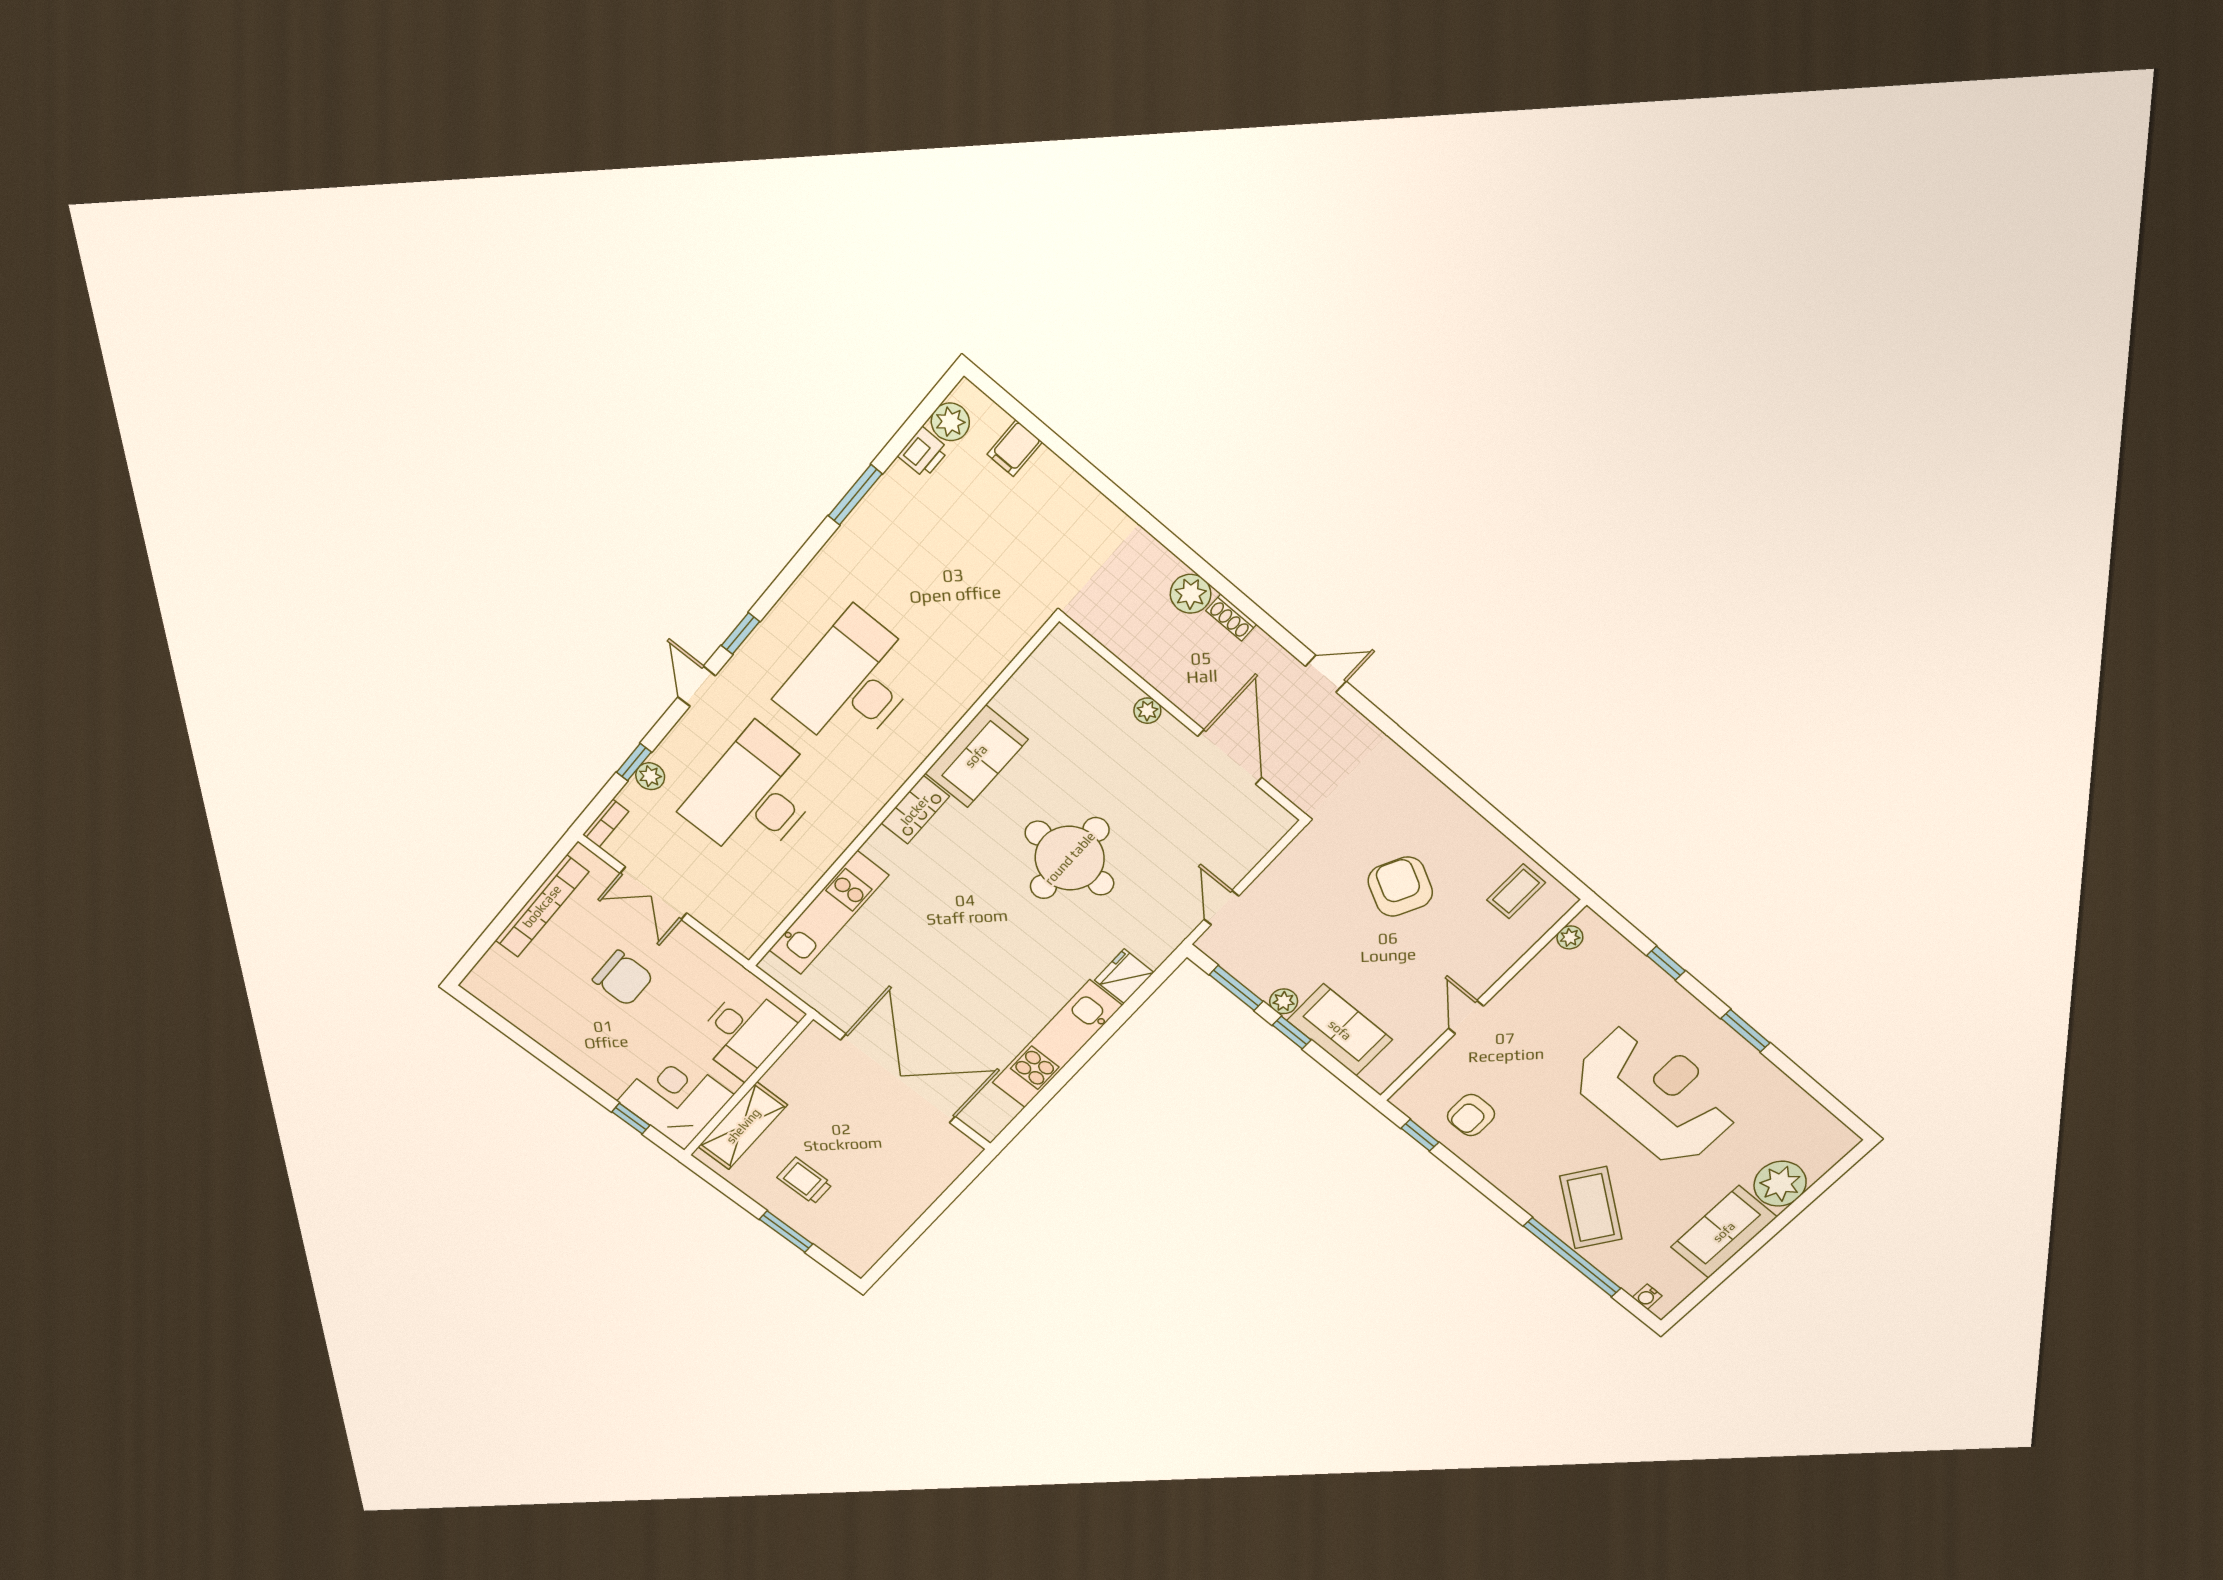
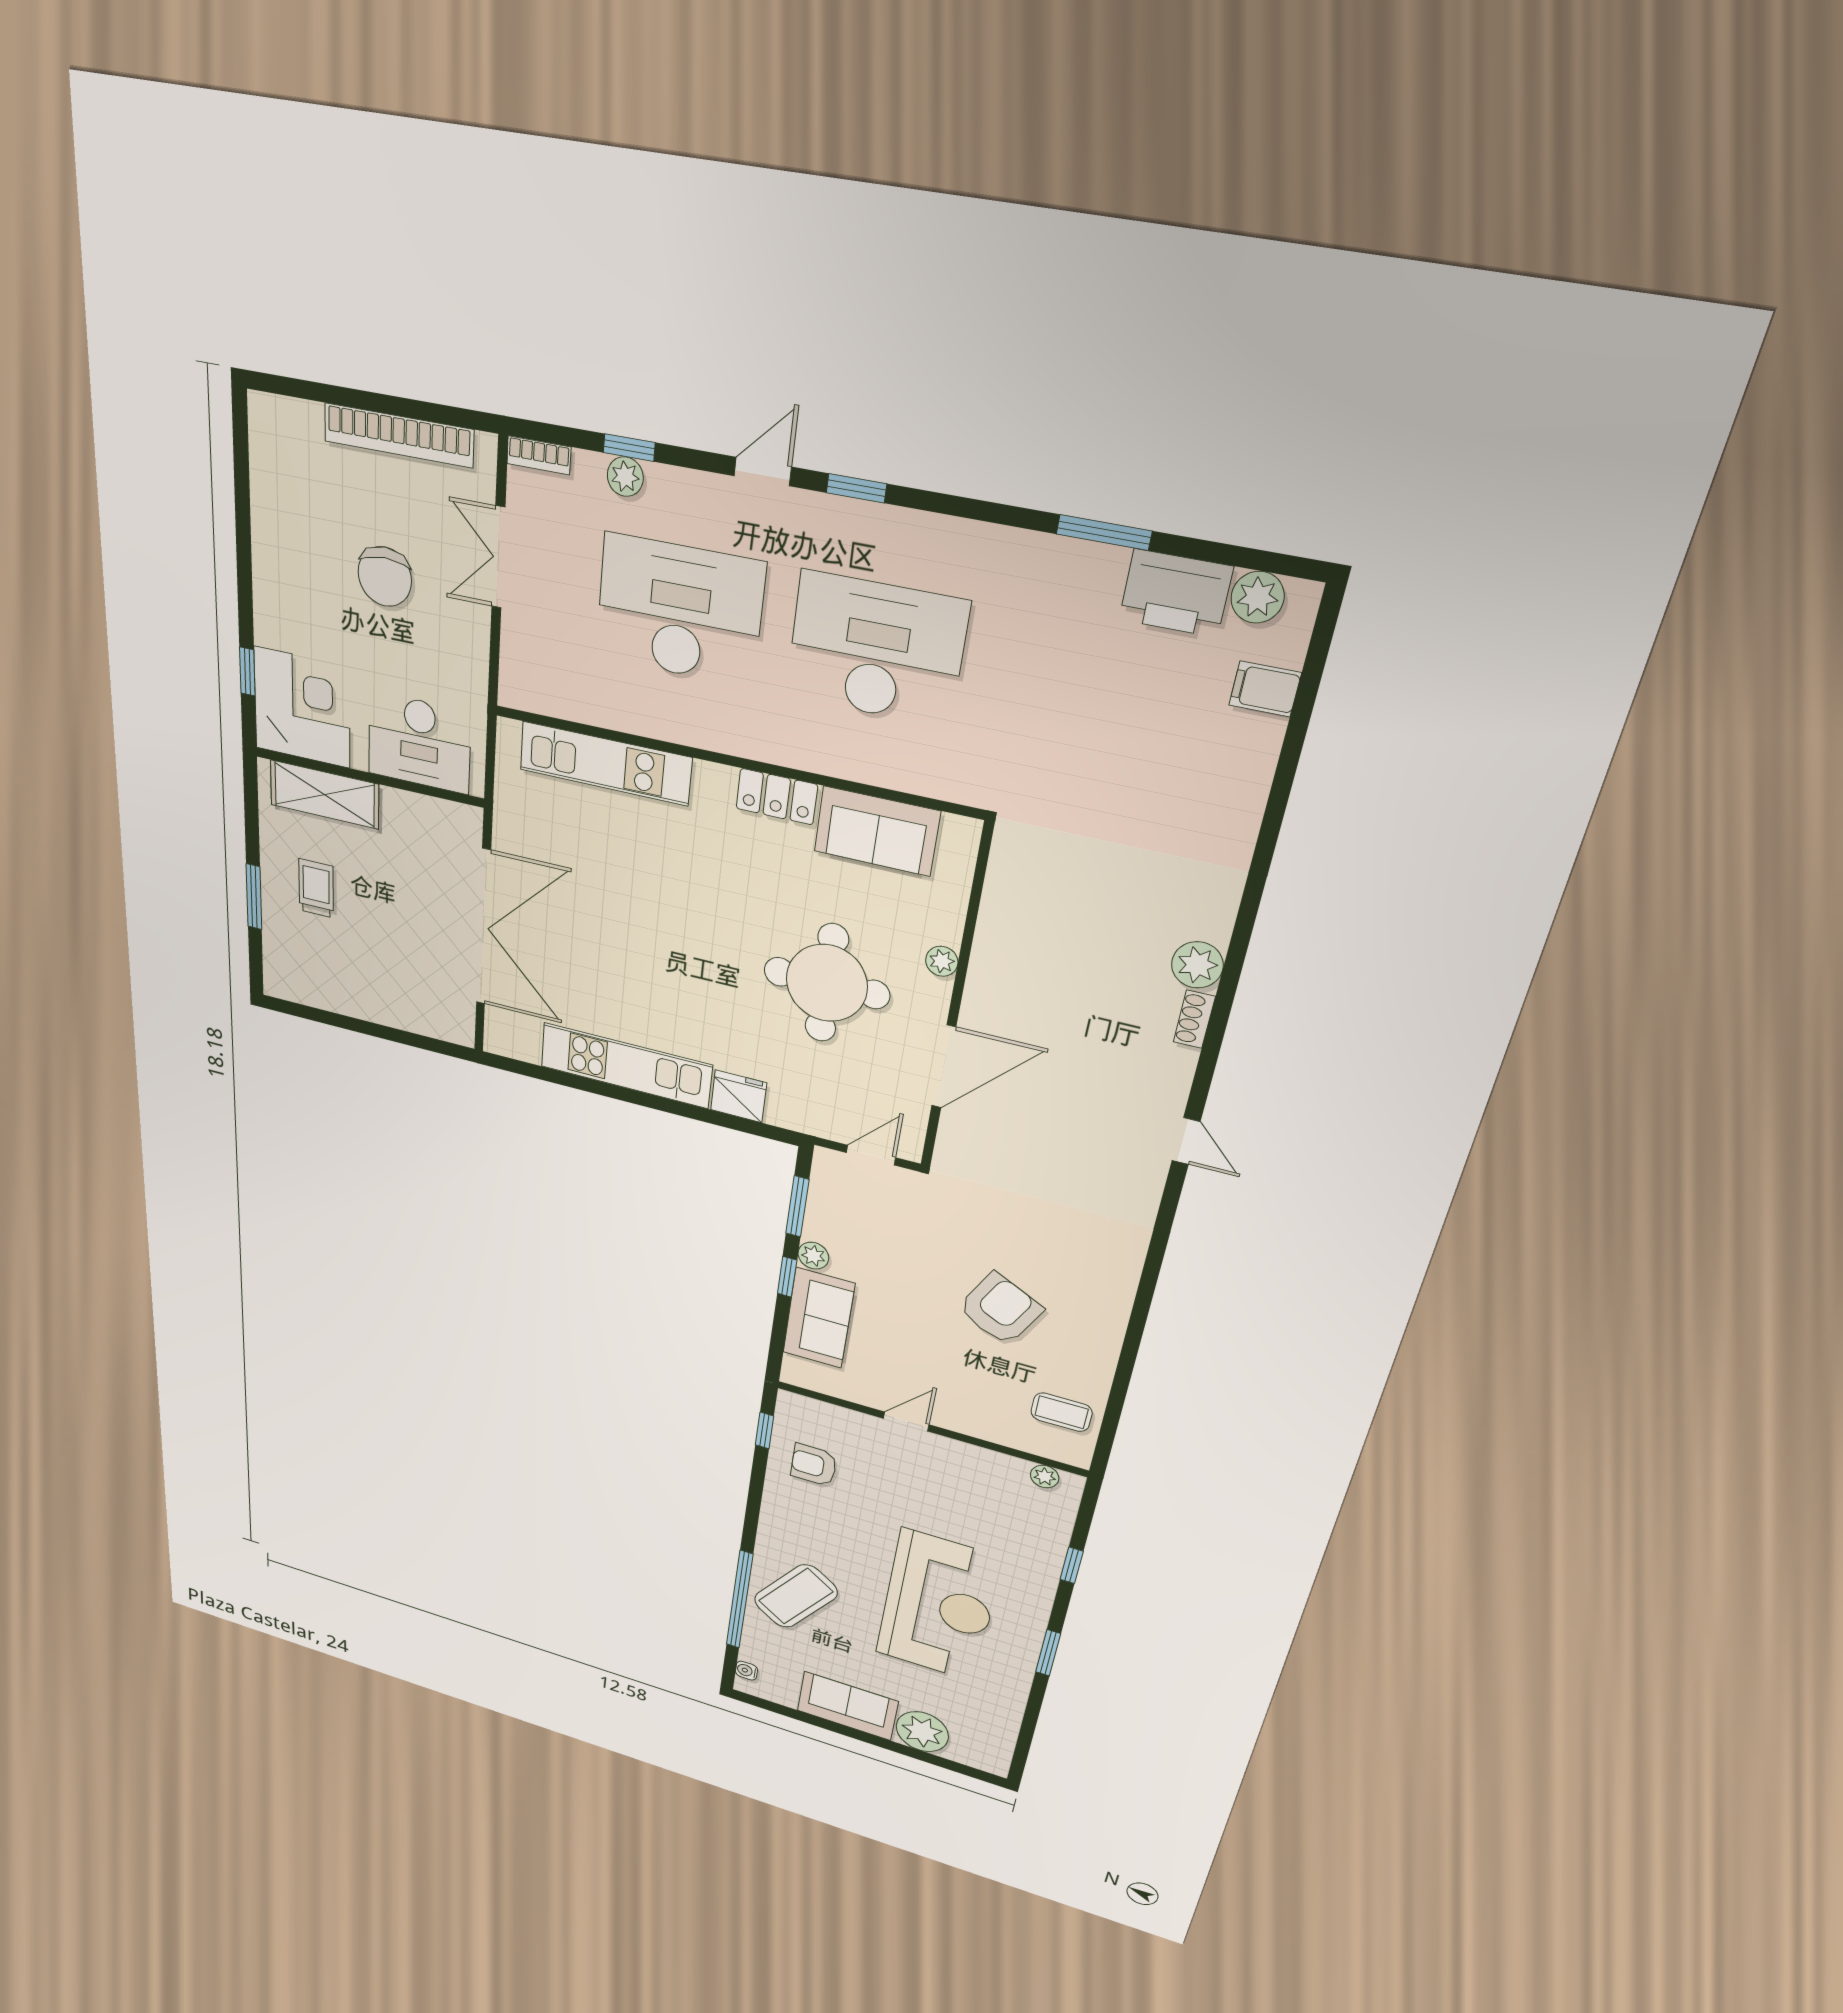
printer: (924, 453) -> (1176, 593), width x1.87, depth x1.48
plant: (1147, 711) -> (942, 961), moved
wall: (1184, 719) -> (956, 1002), moved
door: (1230, 757) -> (944, 1067), moved

